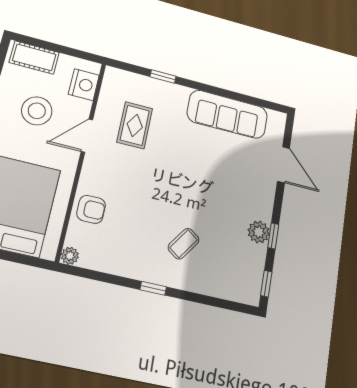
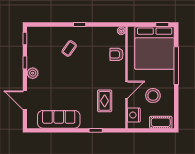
plant: (259, 232) -> (33, 73), moved

